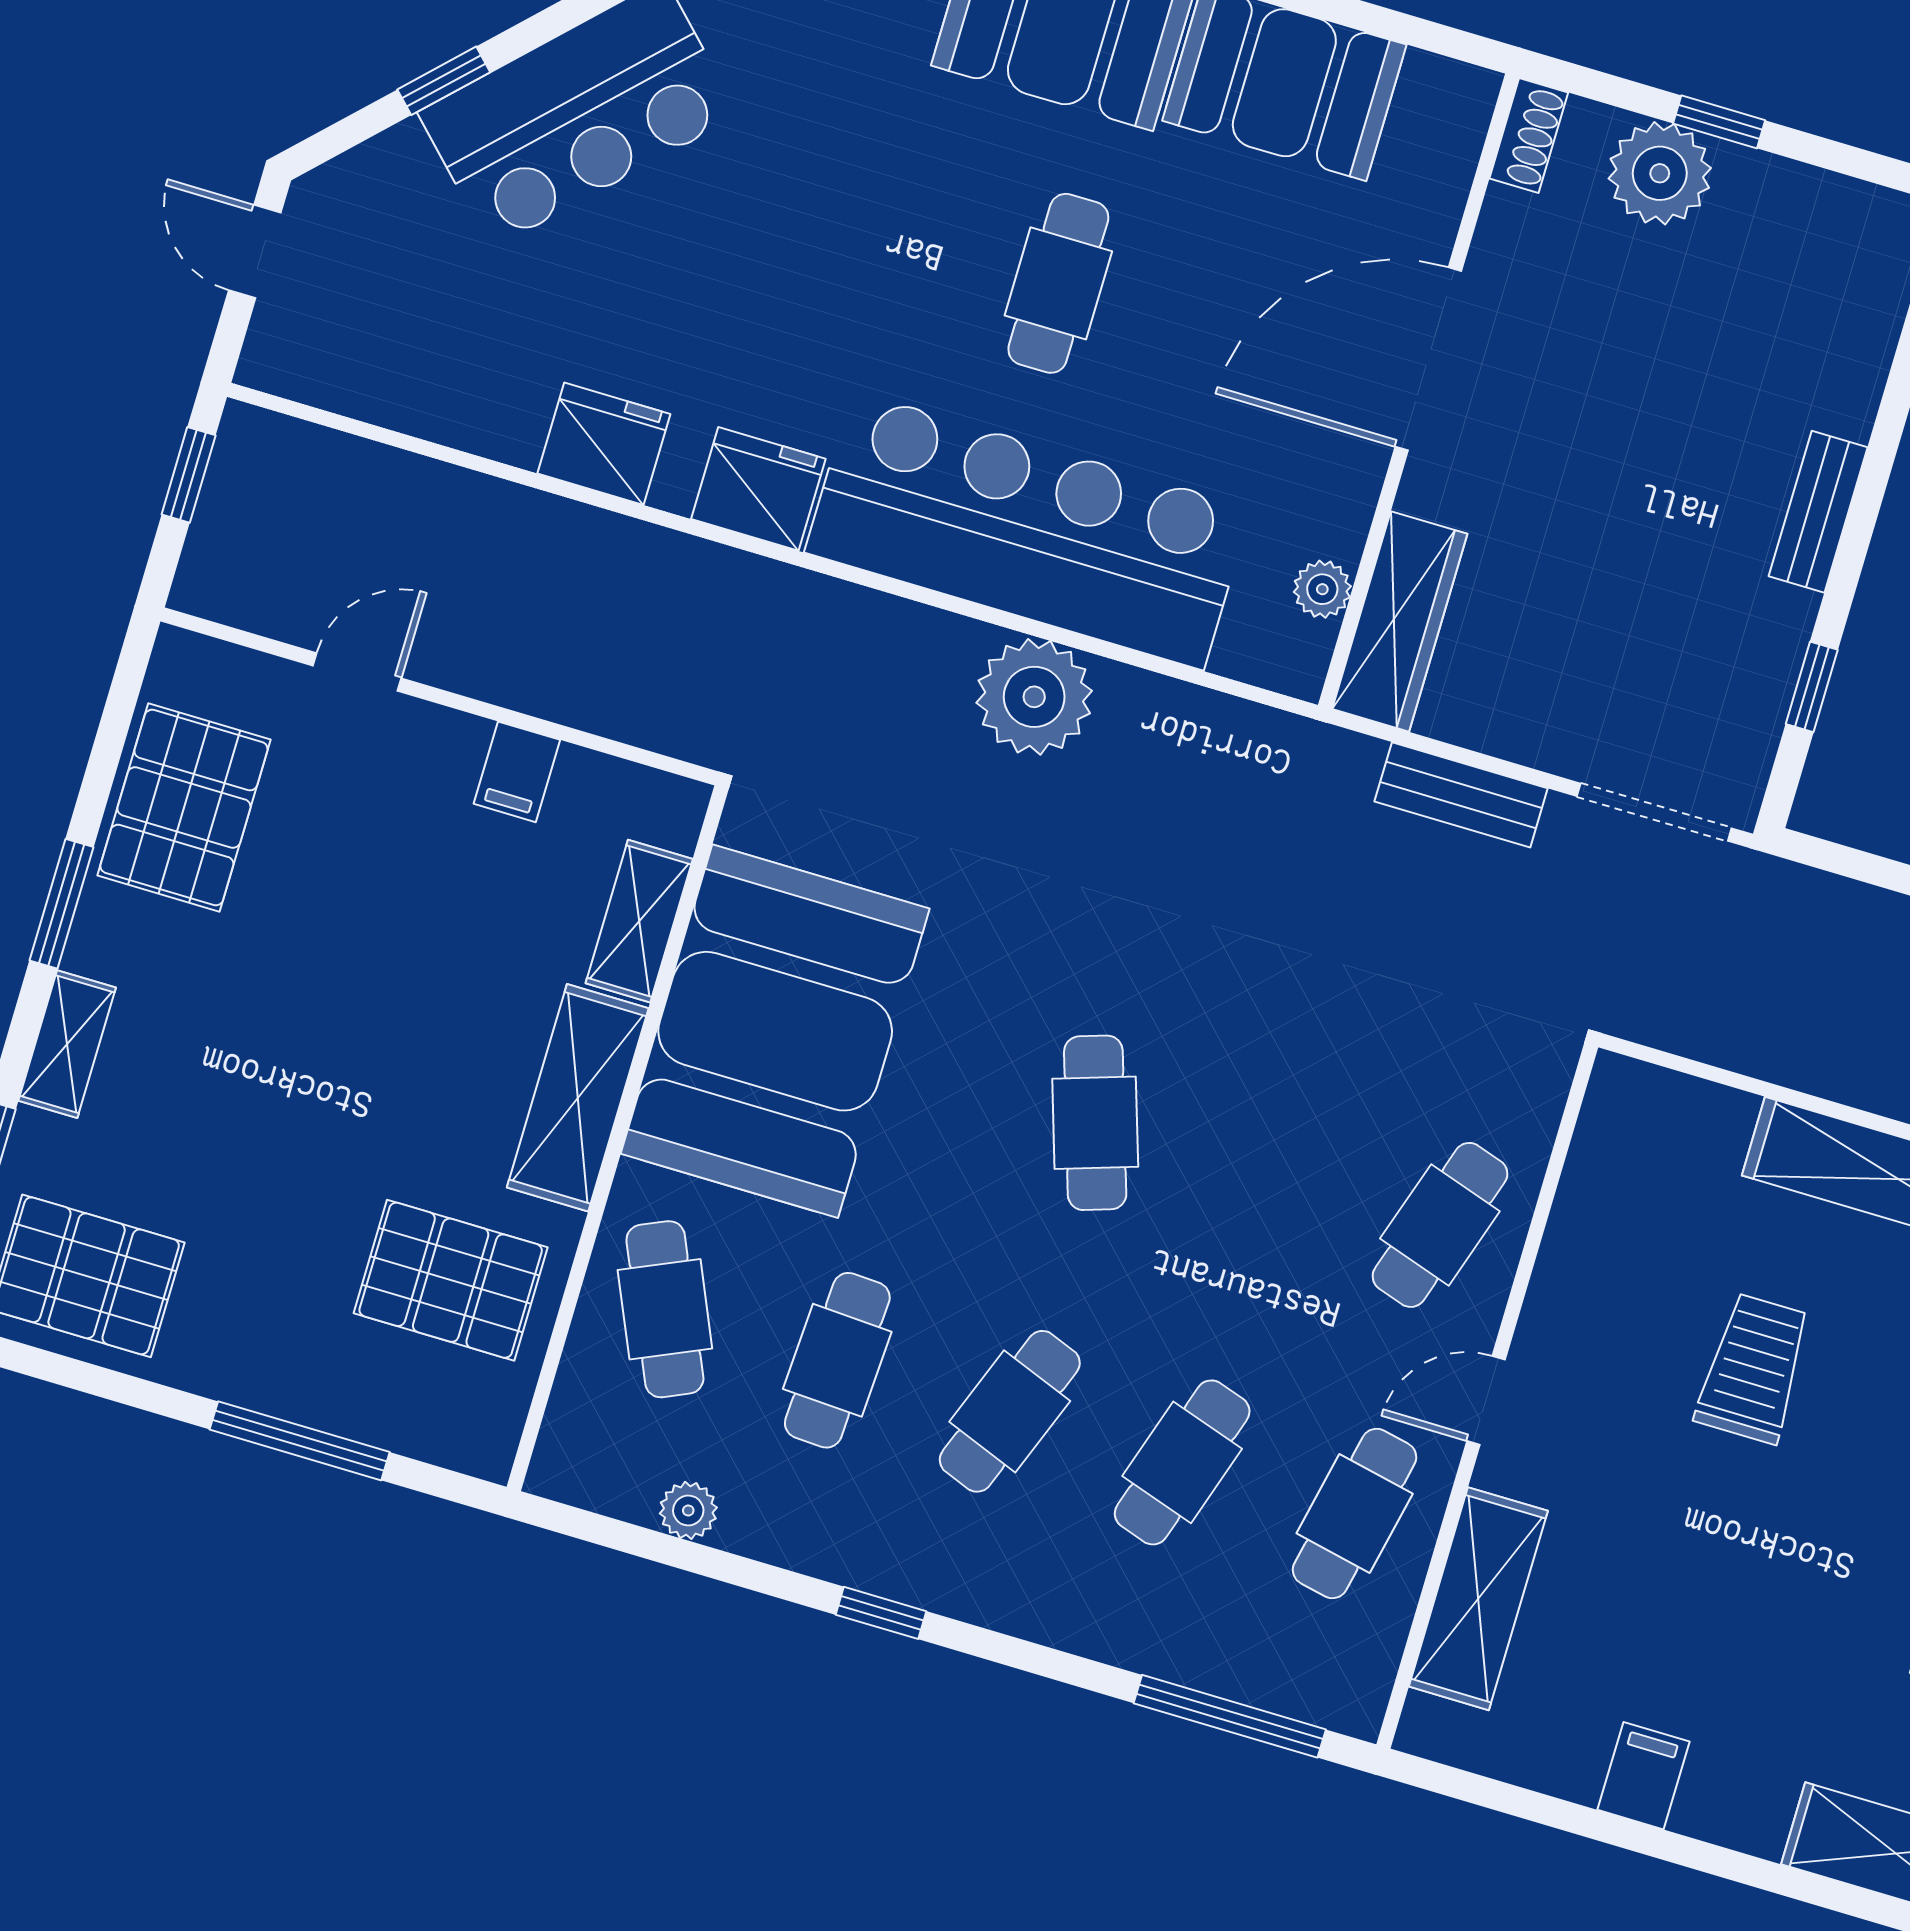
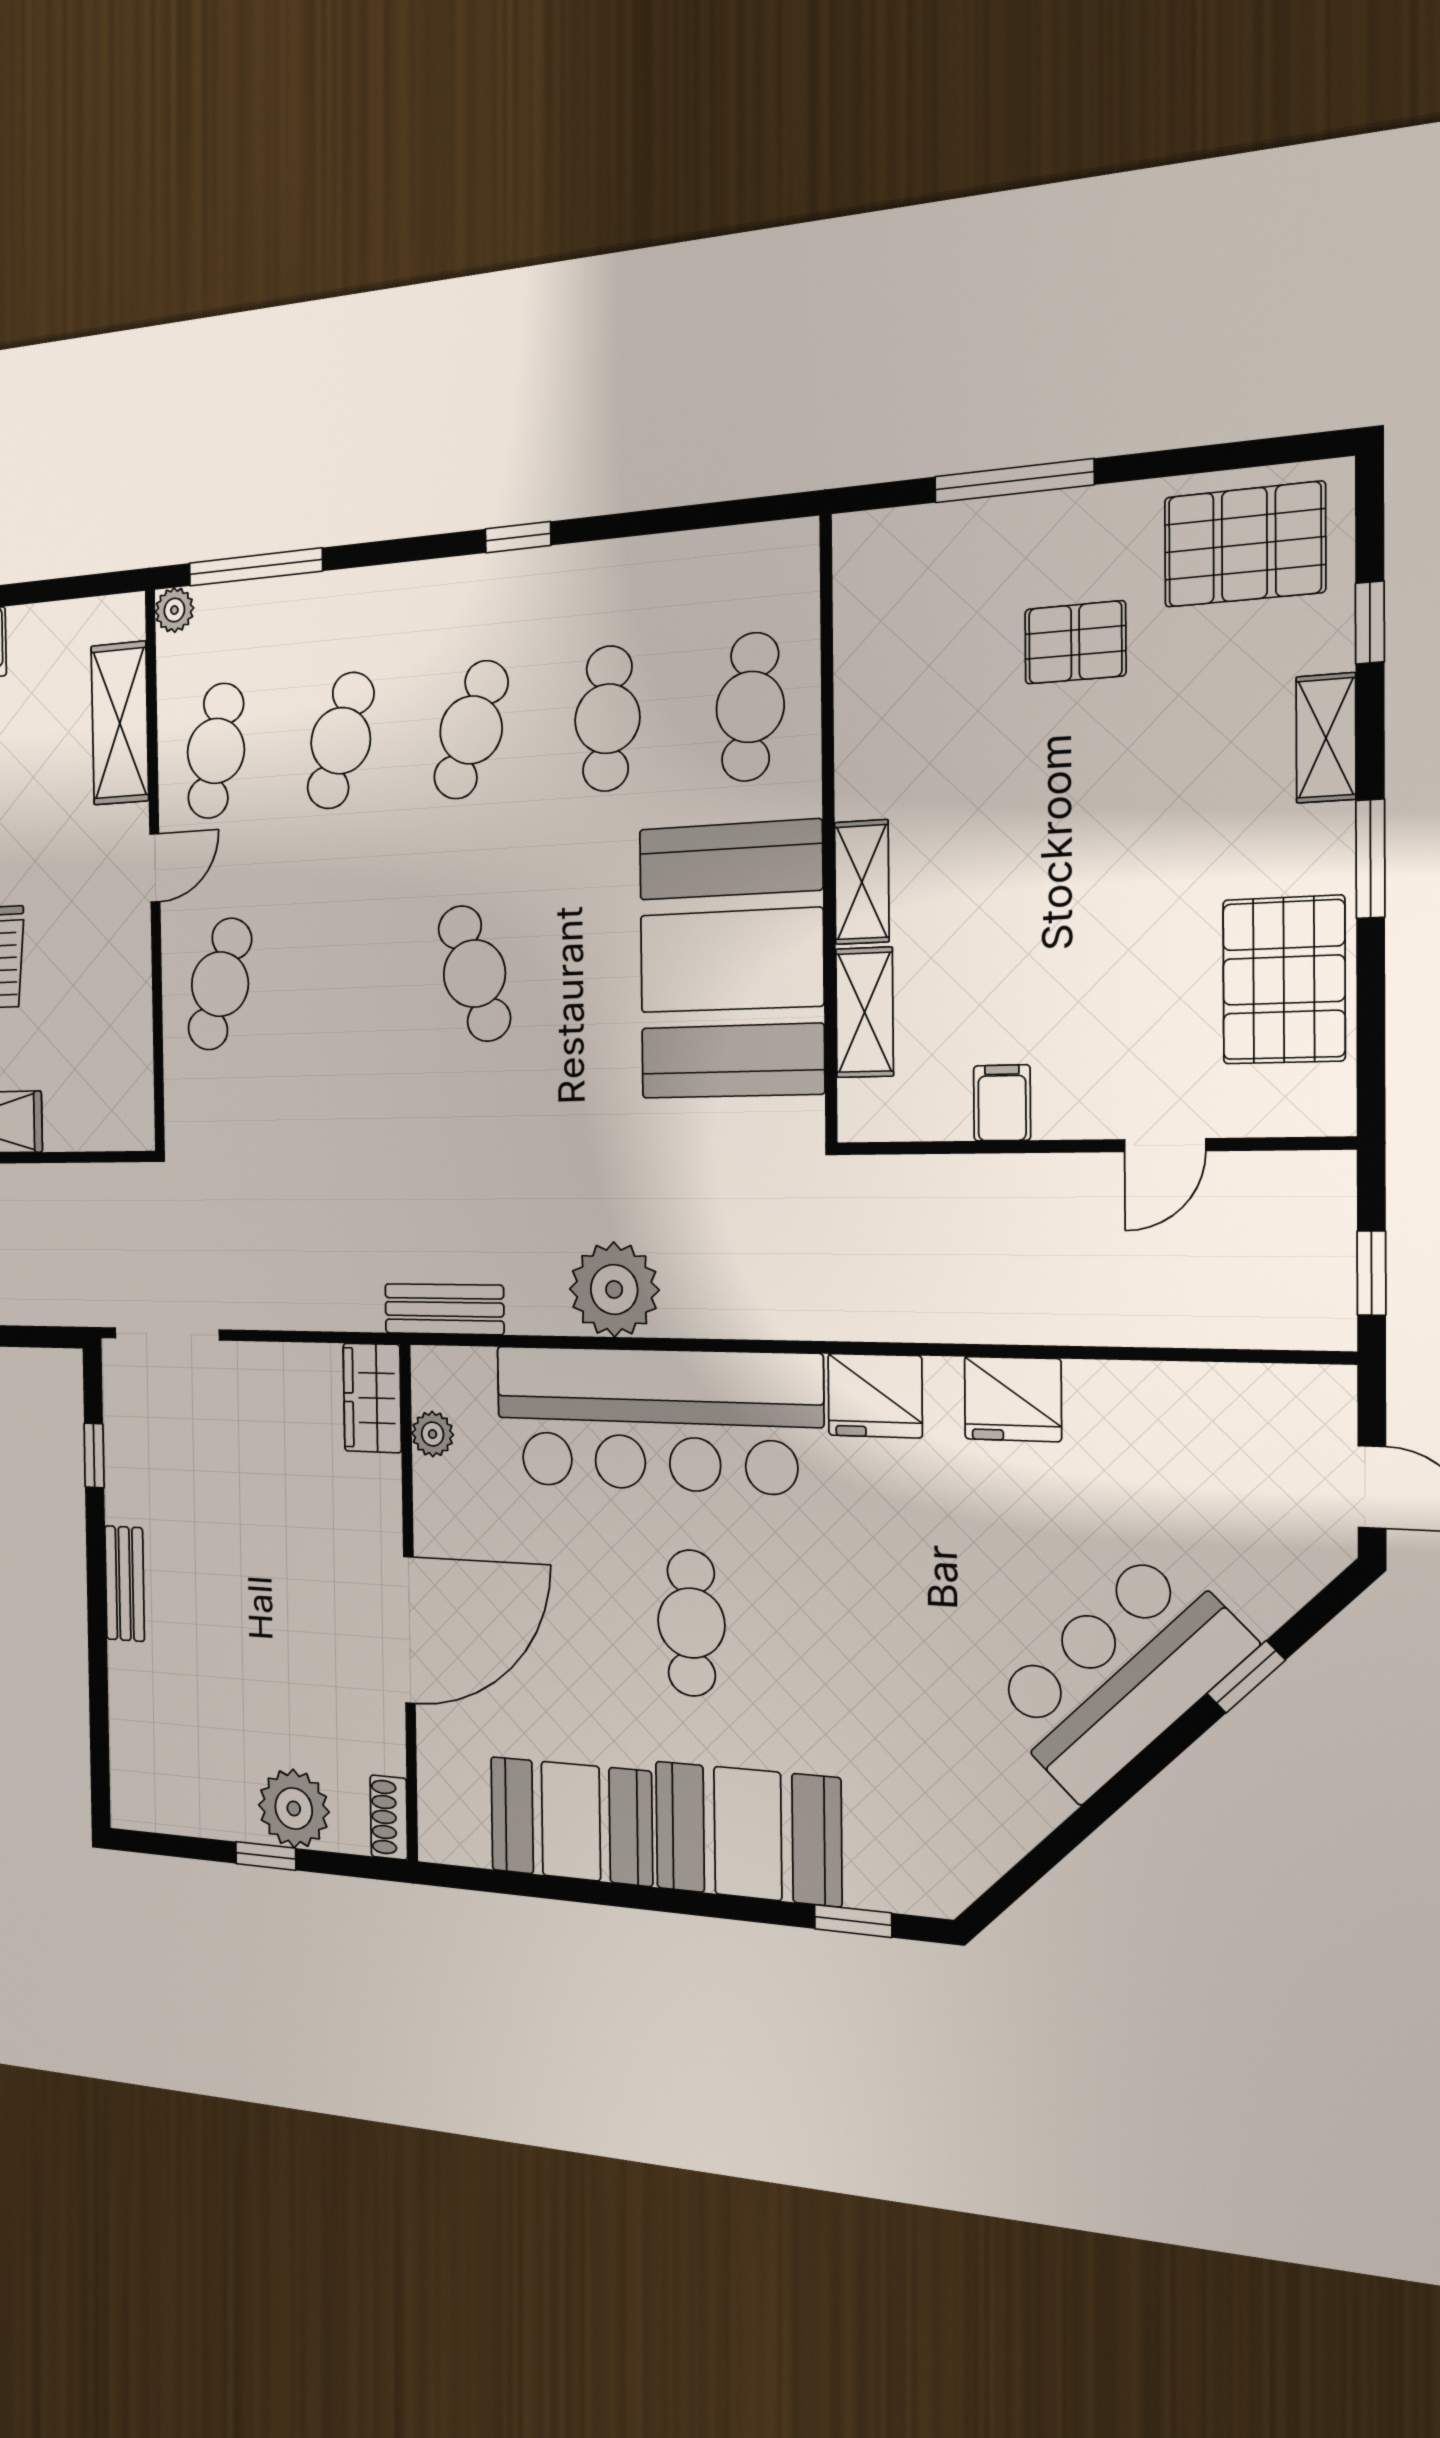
wardrobe: (1400, 621) -> (372, 1398), width x0.67
bench: (1461, 795) -> (444, 1309), moved
shelving: (578, 1098) -> (862, 882), width x0.67, depth x0.75
pallet: (451, 1280) -> (1075, 642), moved, width x0.67, depth x0.71
cafe table: (665, 1309) -> (750, 707), turned 30
plant: (688, 1510) -> (174, 610), moved

